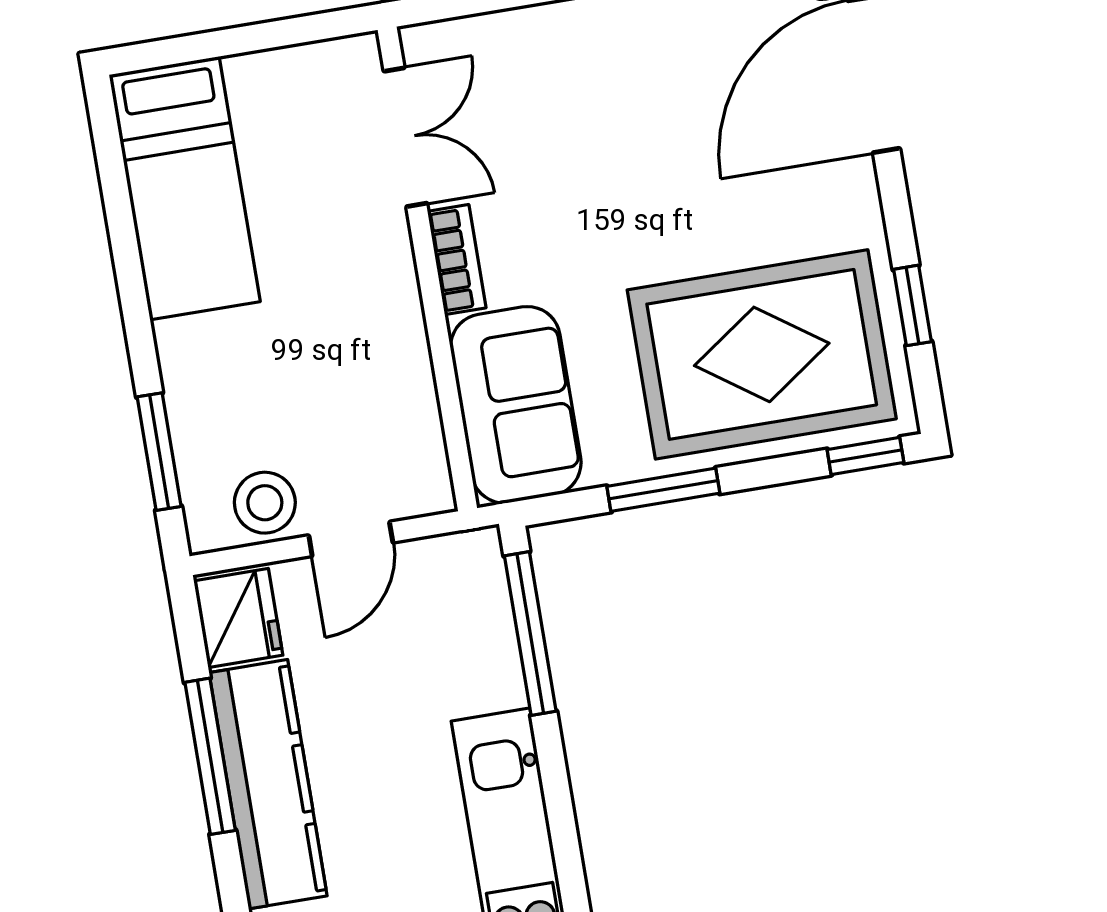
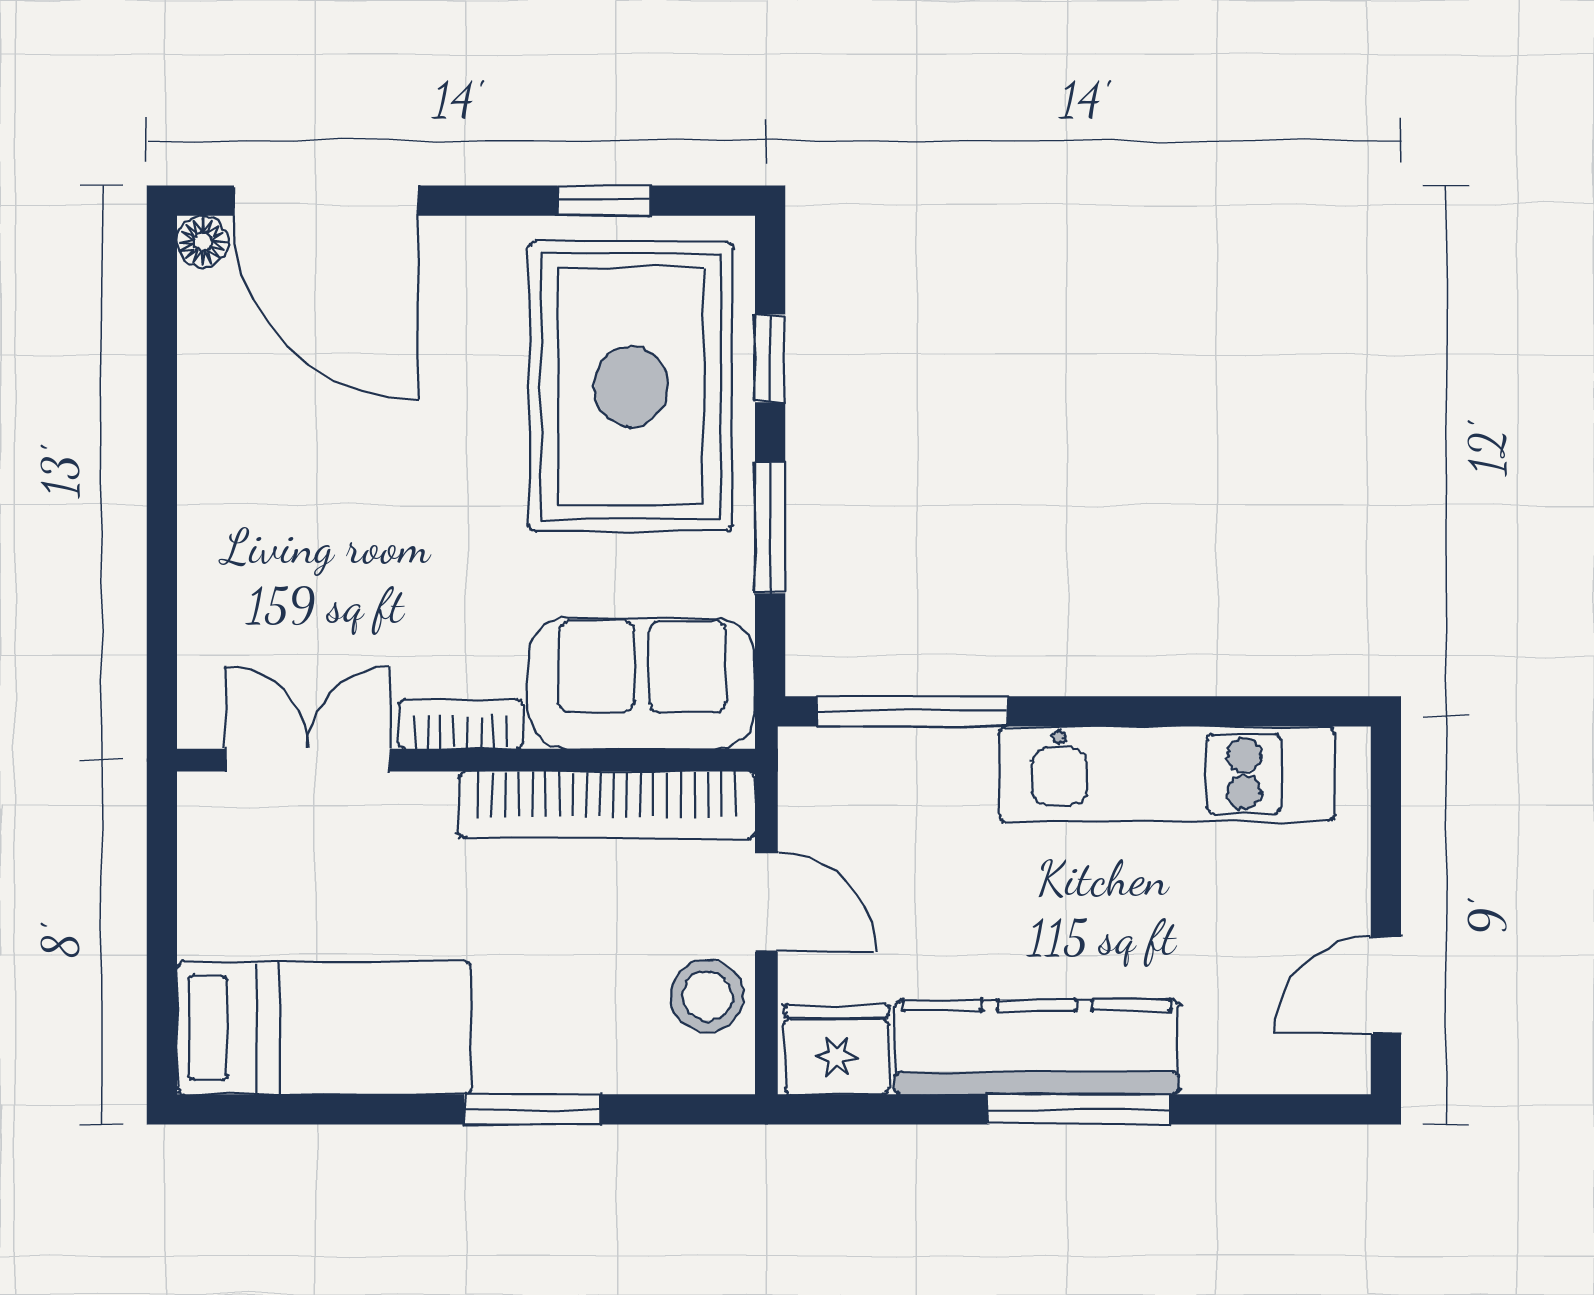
bookcase: (410, 393) -> (607, 805), added
window: (159, 452) -> (532, 1109), moved
window: (865, 456) -> (770, 358), moved
window: (210, 756) -> (1079, 1109), moved

